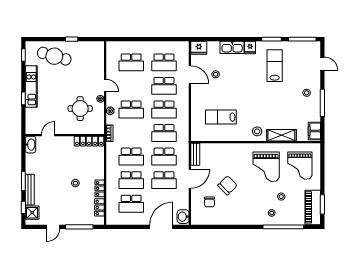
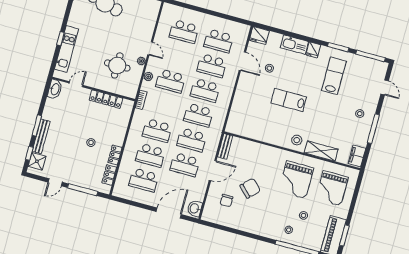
kitchen unit: (31, 87) -> (67, 49), moved
lab bench: (221, 117) -> (289, 100), moved
locker: (89, 141) -> (106, 99), moved

